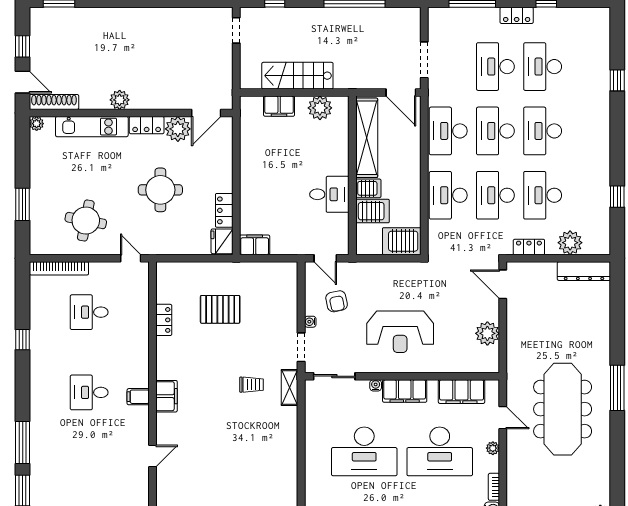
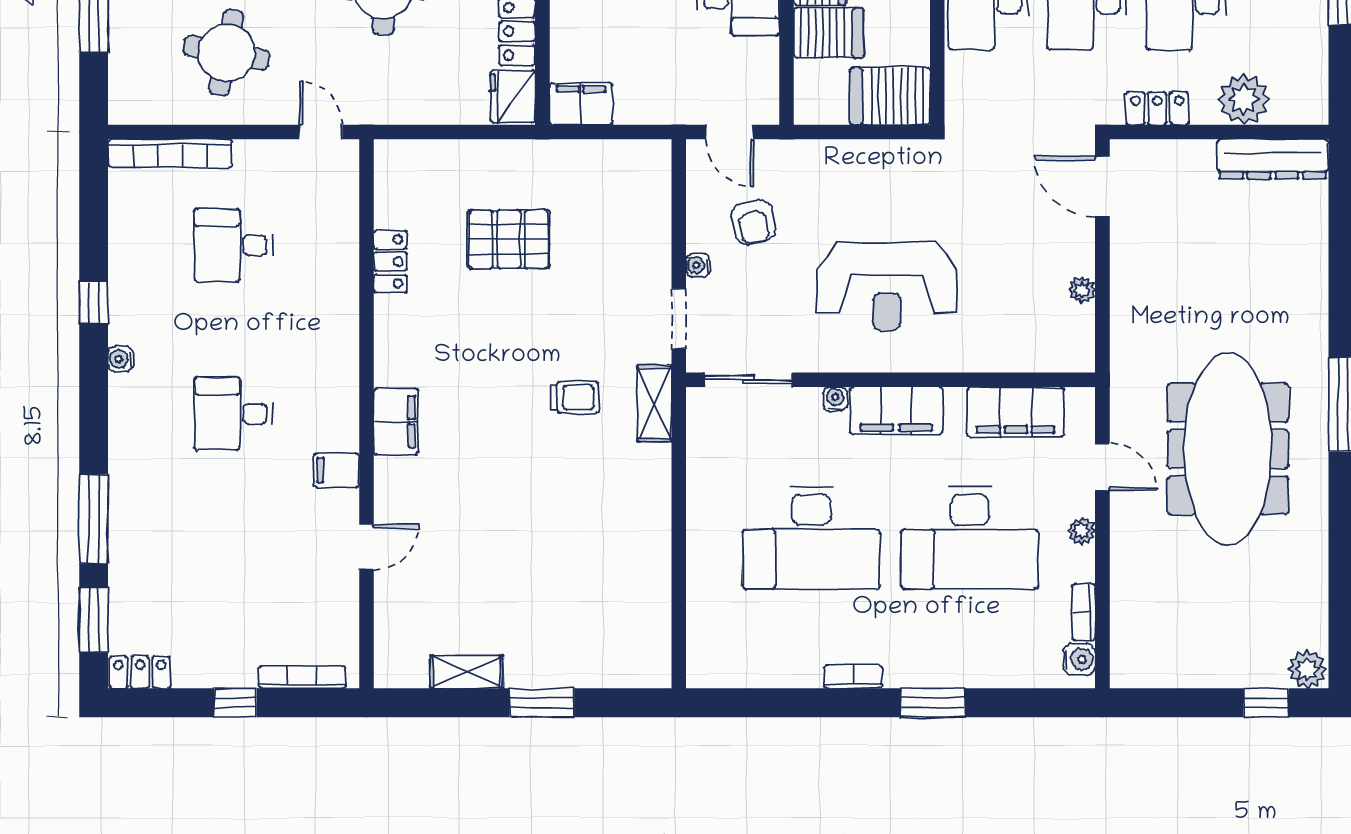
plant: (487, 333) -> (1082, 290), width x0.53, depth x0.53
water cooler: (35, 366) -> (121, 359), added
filing cabinet: (138, 397) -> (336, 470), moved

